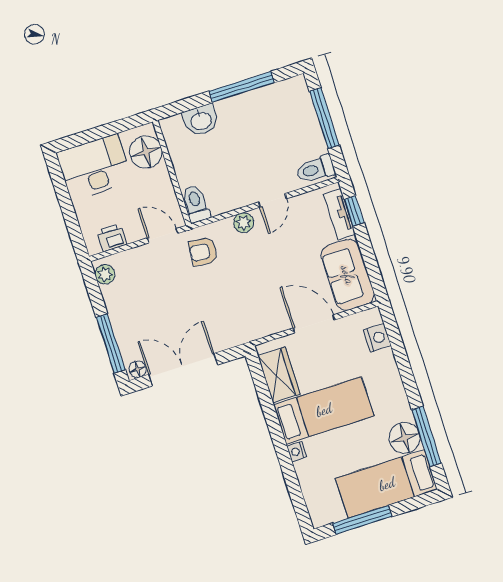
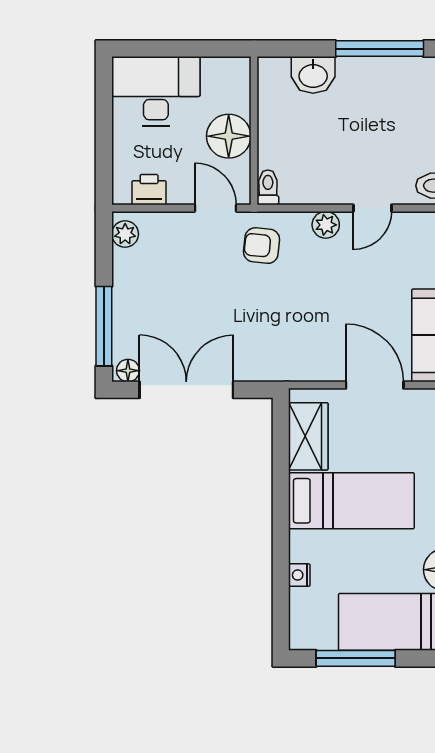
floor lamp: (146, 152) -> (229, 136), moved
toilet: (196, 204) -> (268, 187), width x0.73, depth x0.72
nightstand: (297, 452) -> (299, 575), moved

